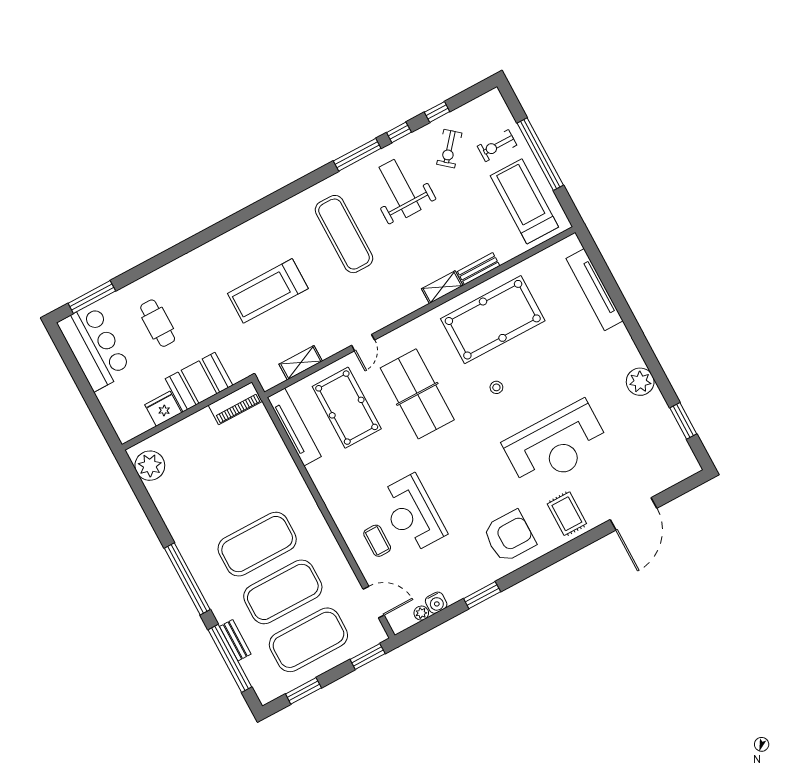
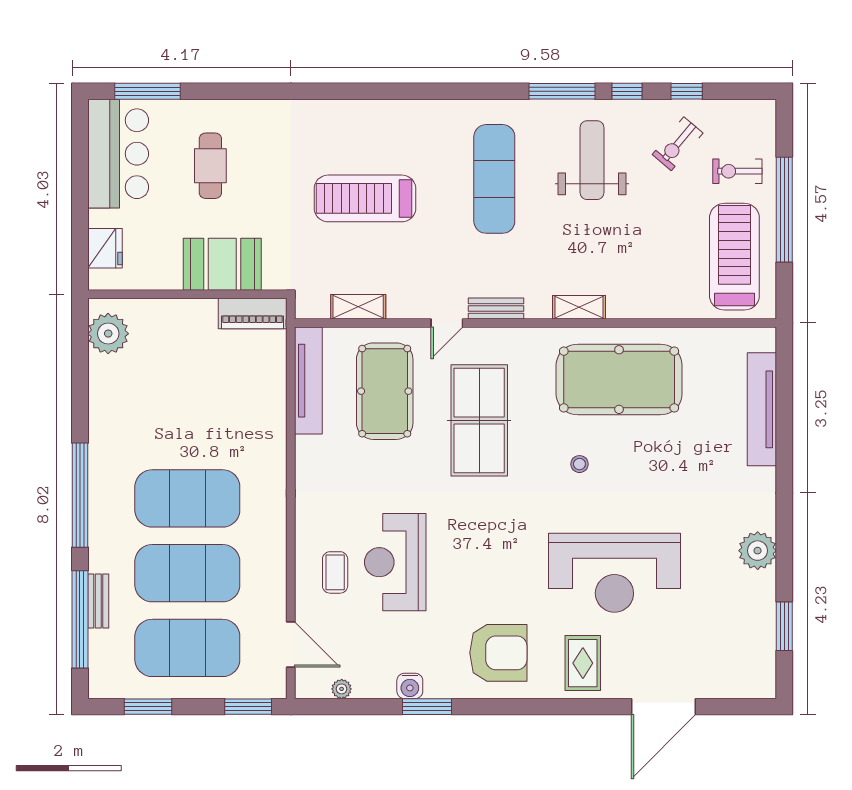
bench: (479, 269) -> (496, 309), moved
fridge: (163, 409) -> (105, 248), moved, turned 90
water cooler: (436, 603) -> (410, 686), moved

